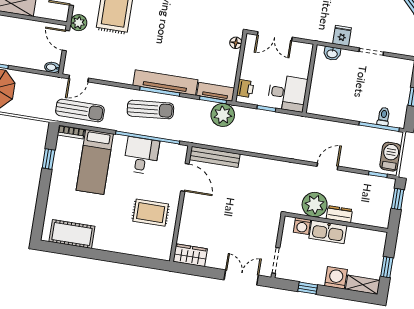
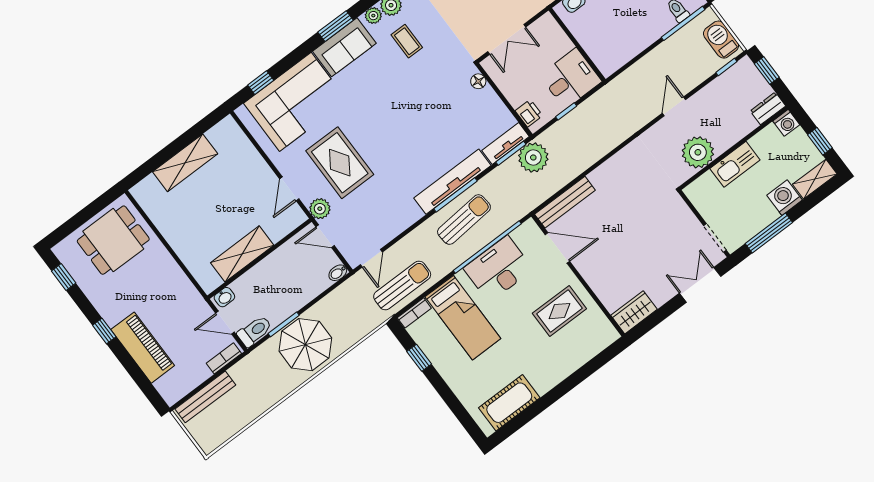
desk: (141, 156) -> (498, 269), width x1.37
dresser: (339, 214) -> (768, 108), moved
washing machine: (302, 226) -> (786, 123), moved
window: (308, 288) -> (769, 233), width x2.17

